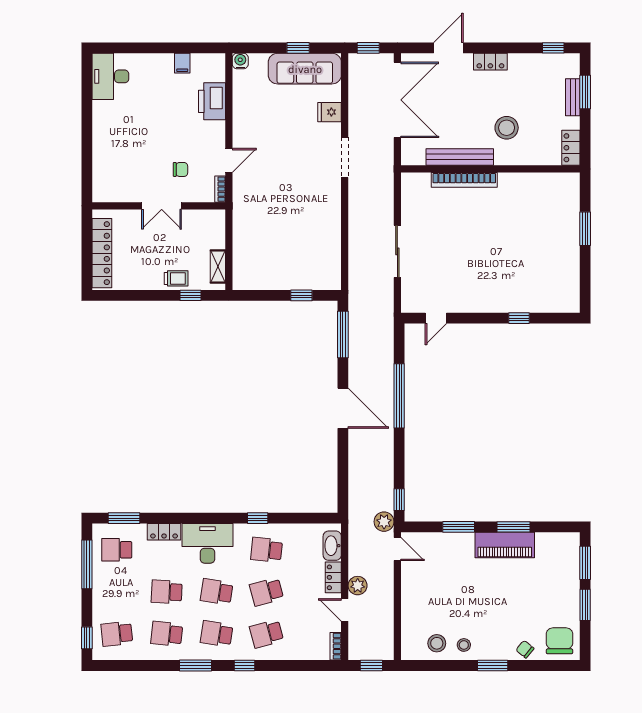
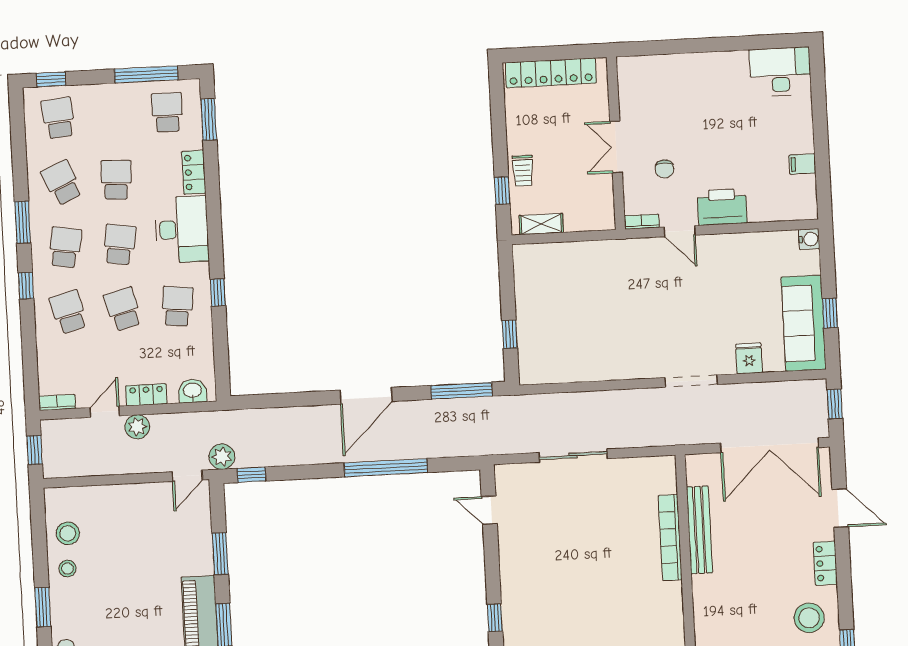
printer: (212, 101) -> (722, 207), moved
stool: (507, 128) -> (809, 618), moved
washbasin: (332, 546) -> (193, 391), width x0.72
school desk: (167, 634) -> (62, 183), turned -30

